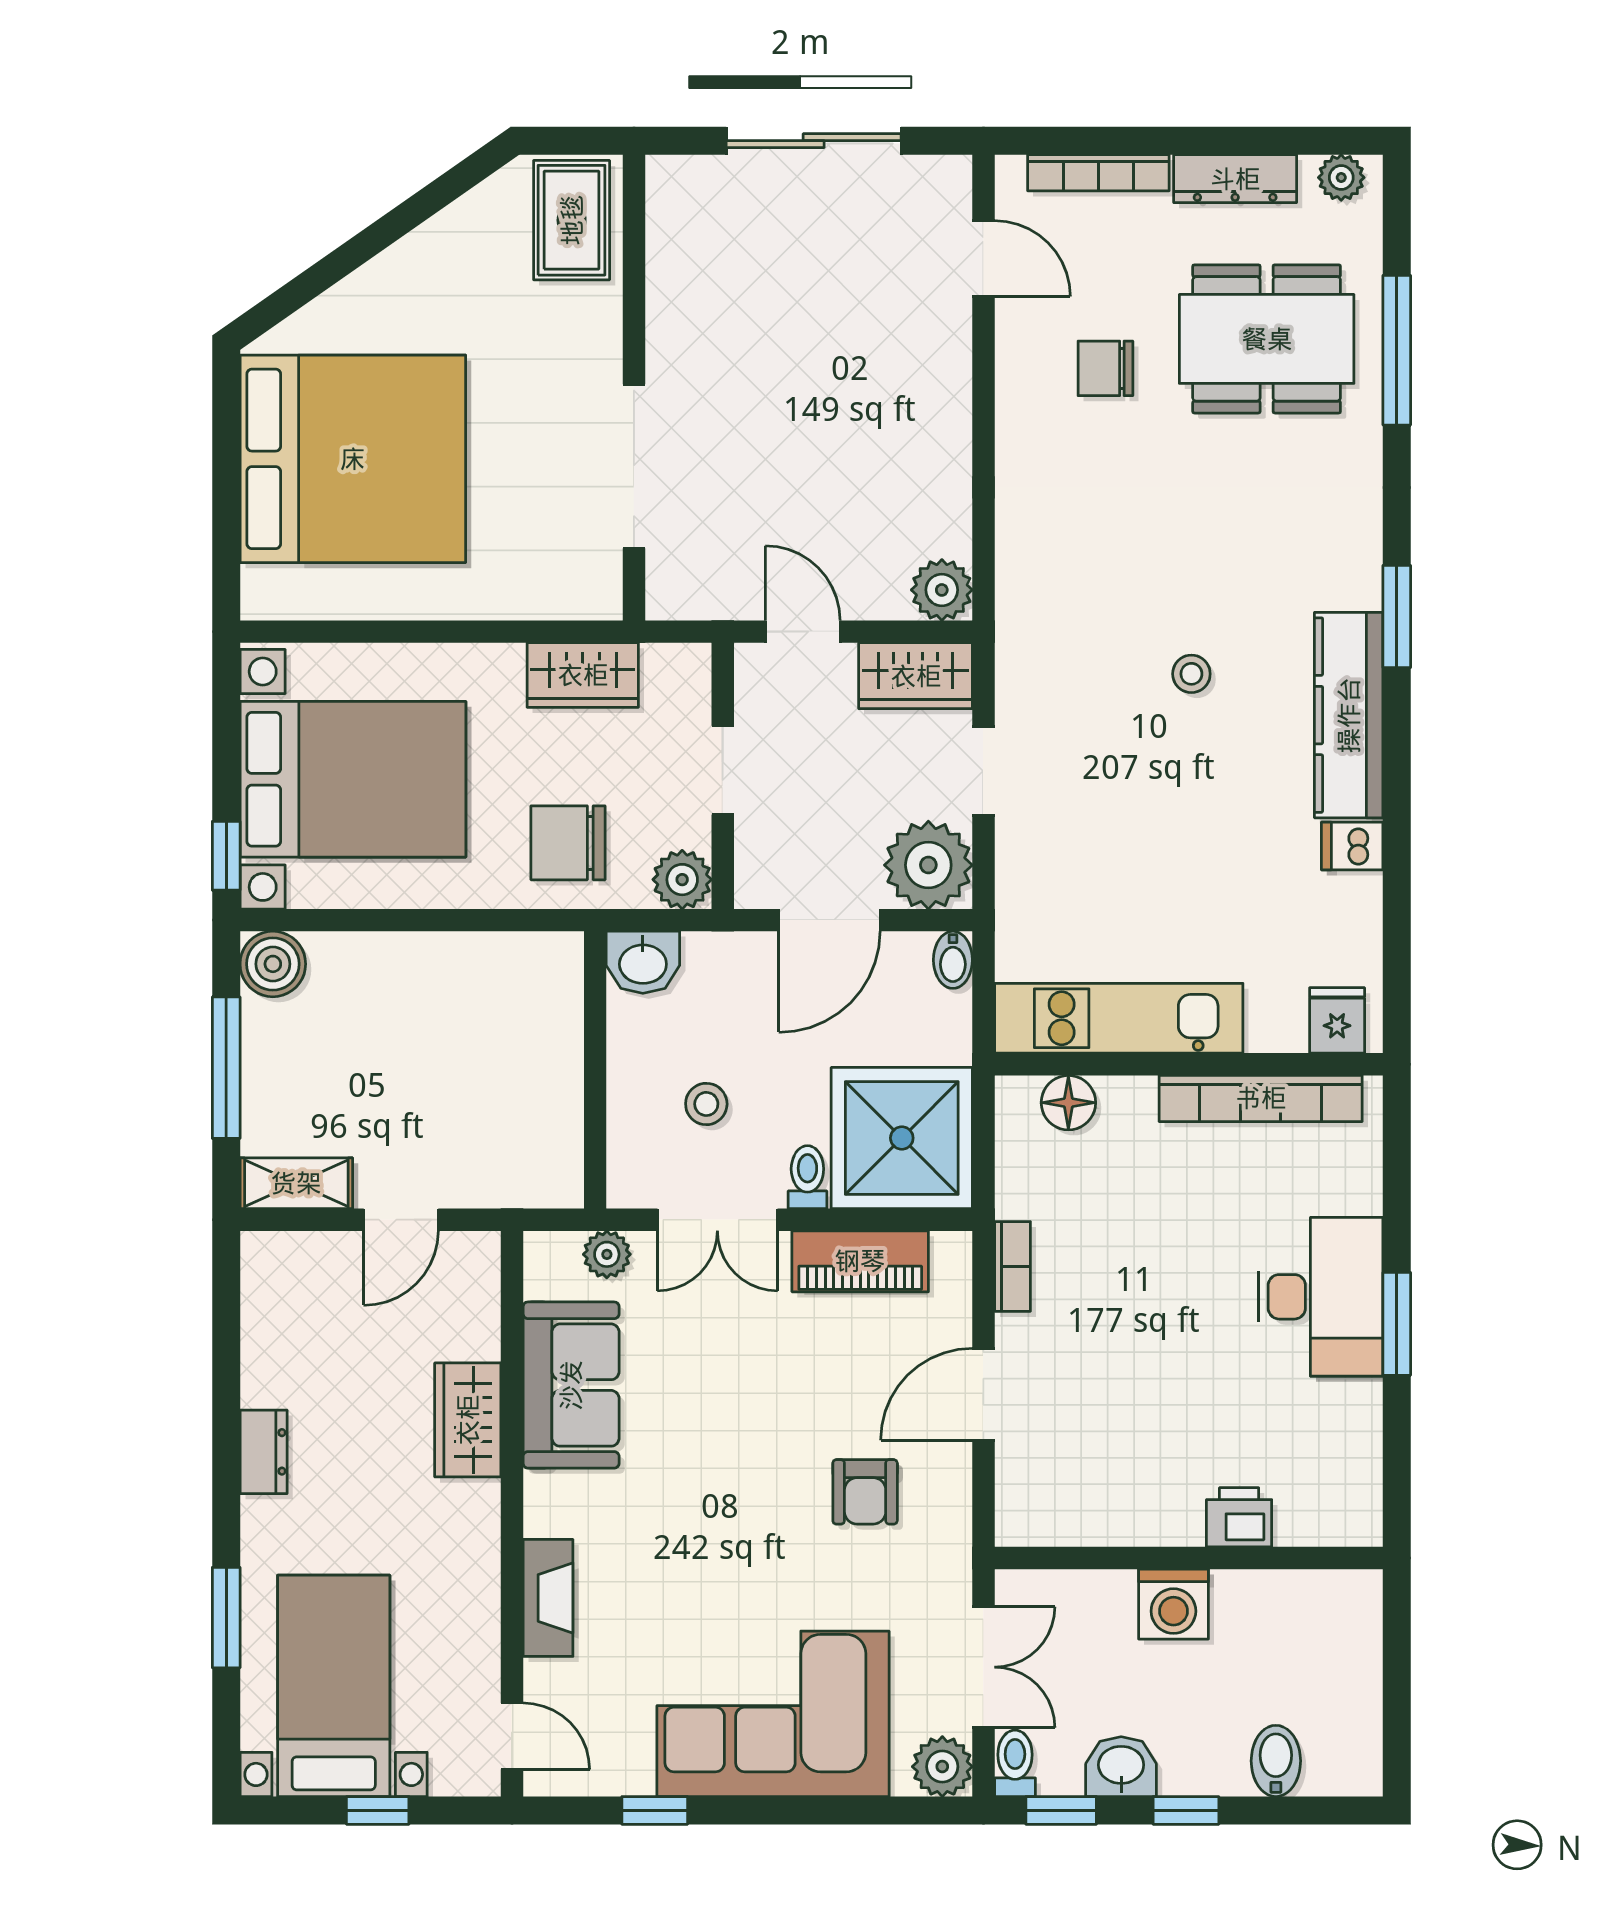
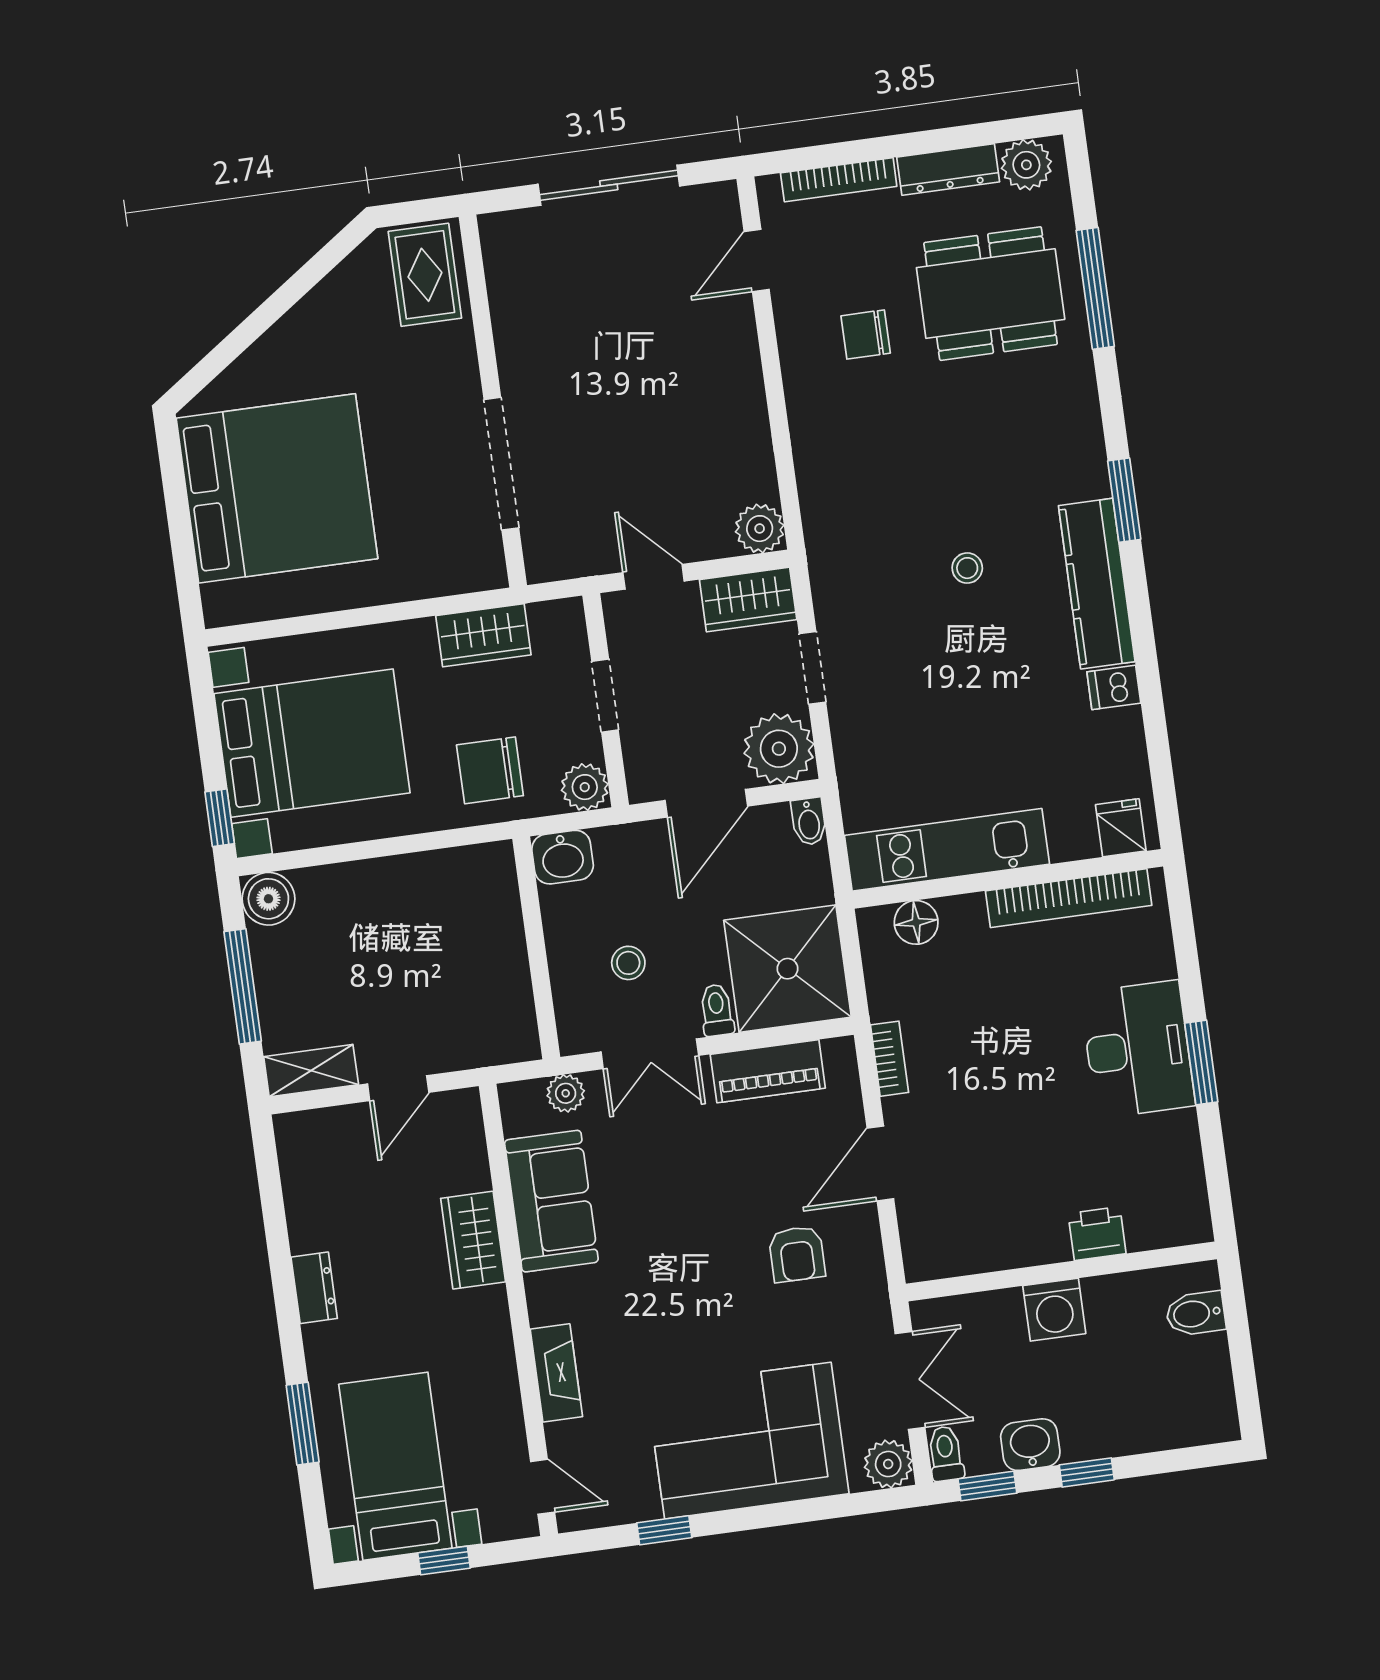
plant: (1341, 177) -> (1026, 165), width x1.38, depth x1.38
door: (983, 259) -> (757, 260), swing flipped
bidet: (1276, 1761) -> (1196, 1313), moved, turned -90

